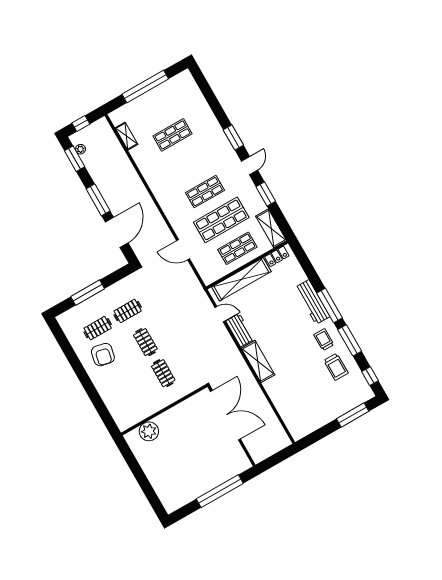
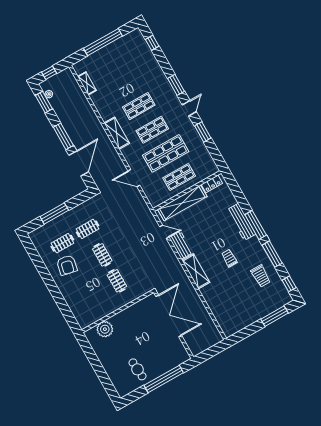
window: (204, 87) -> (152, 43), added
shop shelf: (173, 135) -> (139, 106), moved
shelving: (271, 228) -> (117, 133), moved
trolley: (324, 340) -> (229, 258), moved
cafe table: (188, 480) -> (138, 369), added

